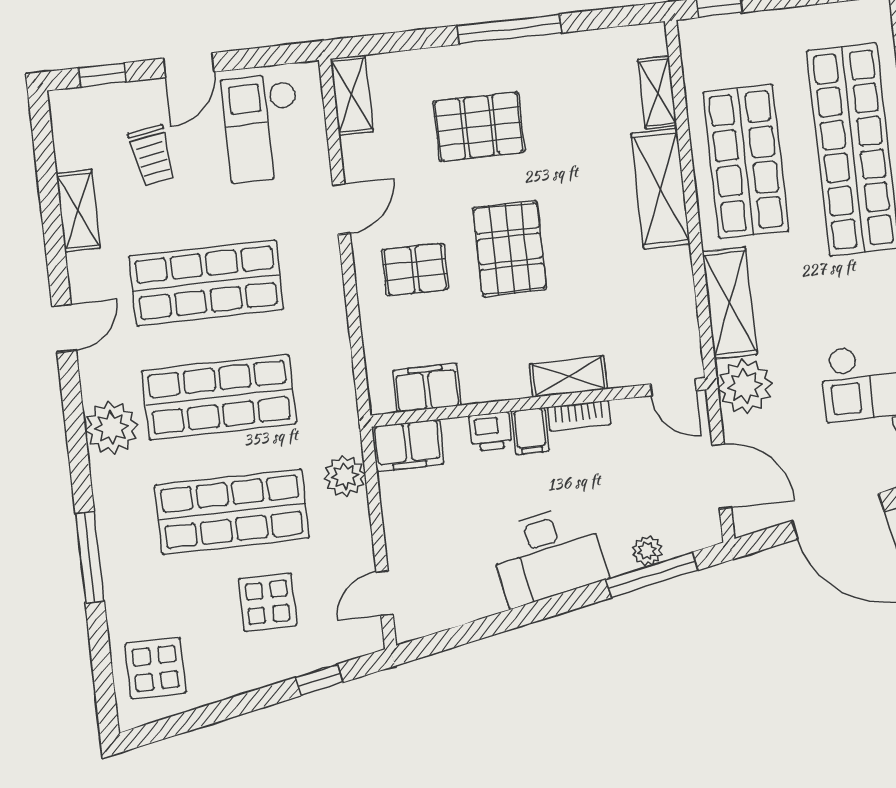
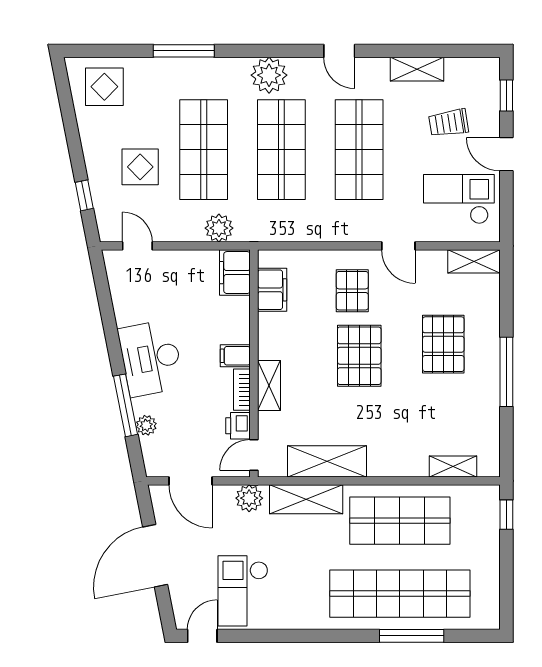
shelving: (660, 189) -> (327, 461), moved
pallet: (510, 249) -> (359, 356), turned 90
plant: (745, 386) -> (249, 498), width x0.73, depth x0.73
printer: (491, 432) -> (238, 426), moved
door: (722, 476) -> (190, 481), hinge flipped
window: (652, 575) -> (126, 405), moved

